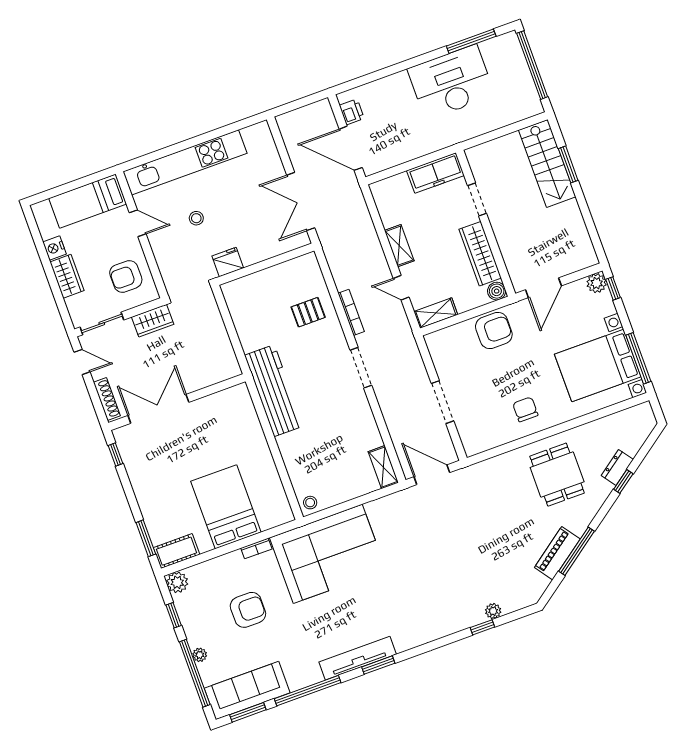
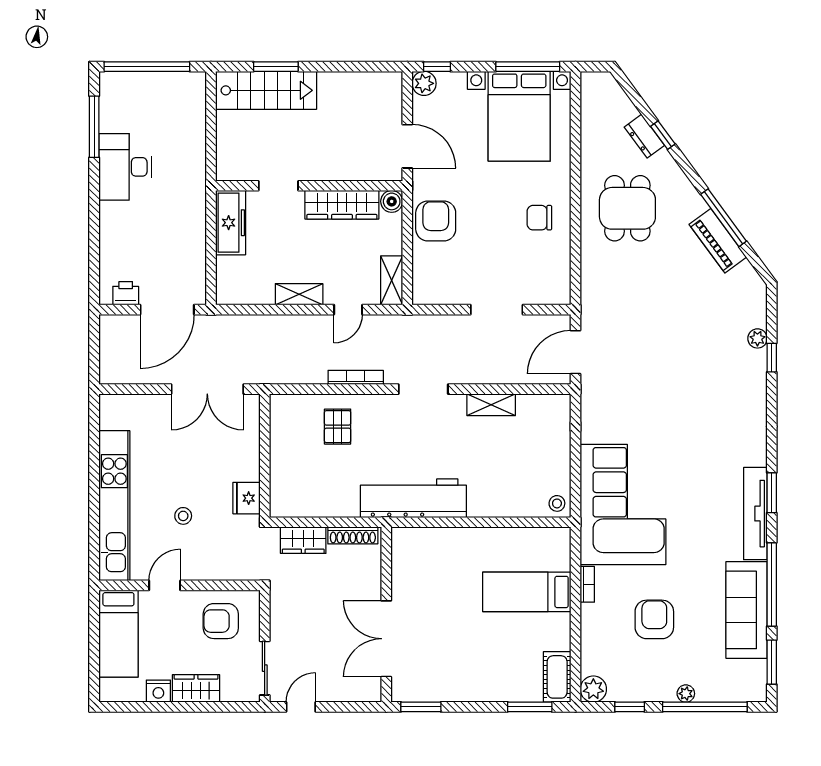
desk: (451, 82) -> (125, 167), width x0.73, depth x0.77
armchair: (126, 276) -> (221, 621), turned 90
wardrobe: (153, 321) -> (303, 540), moved, turned 90
shoe rack: (107, 399) -> (353, 535), moved, turned 180
window: (115, 455) -> (421, 707), width x1.50
shelving: (383, 467) -> (491, 405), moved
dining table: (557, 475) -> (627, 208), turned 90
bed: (226, 507) -> (527, 592), width x0.67
sofa: (247, 691) -> (747, 610), moved

